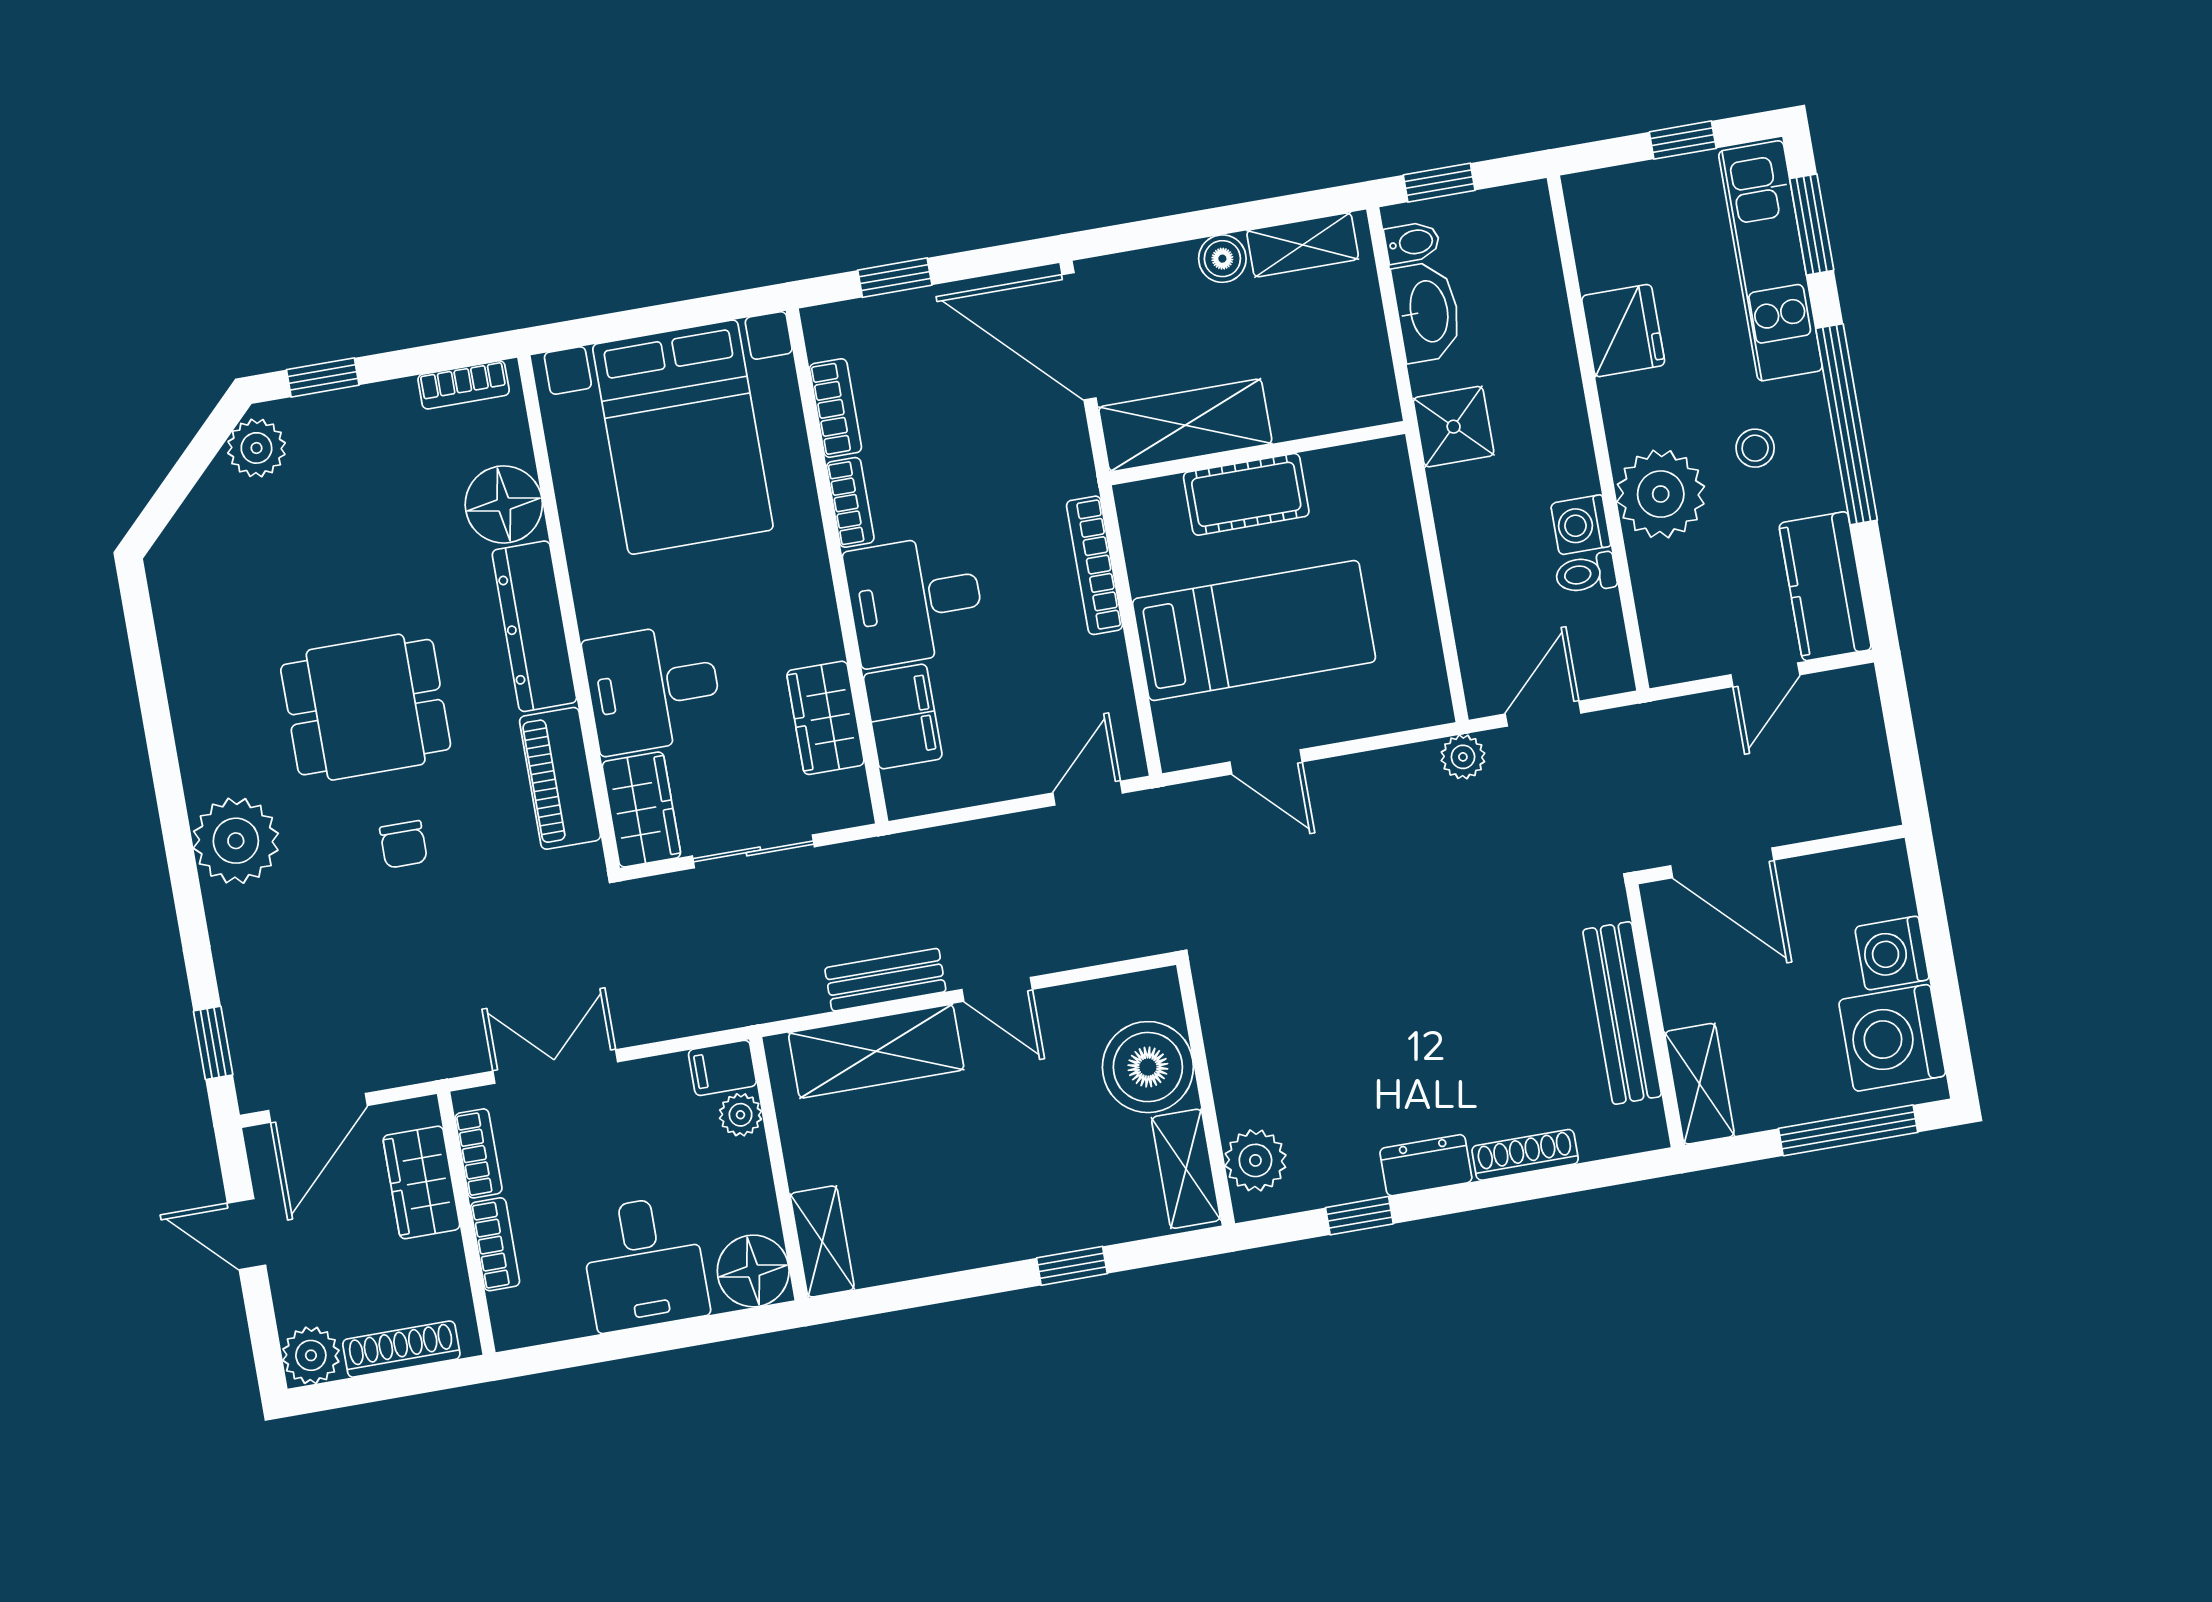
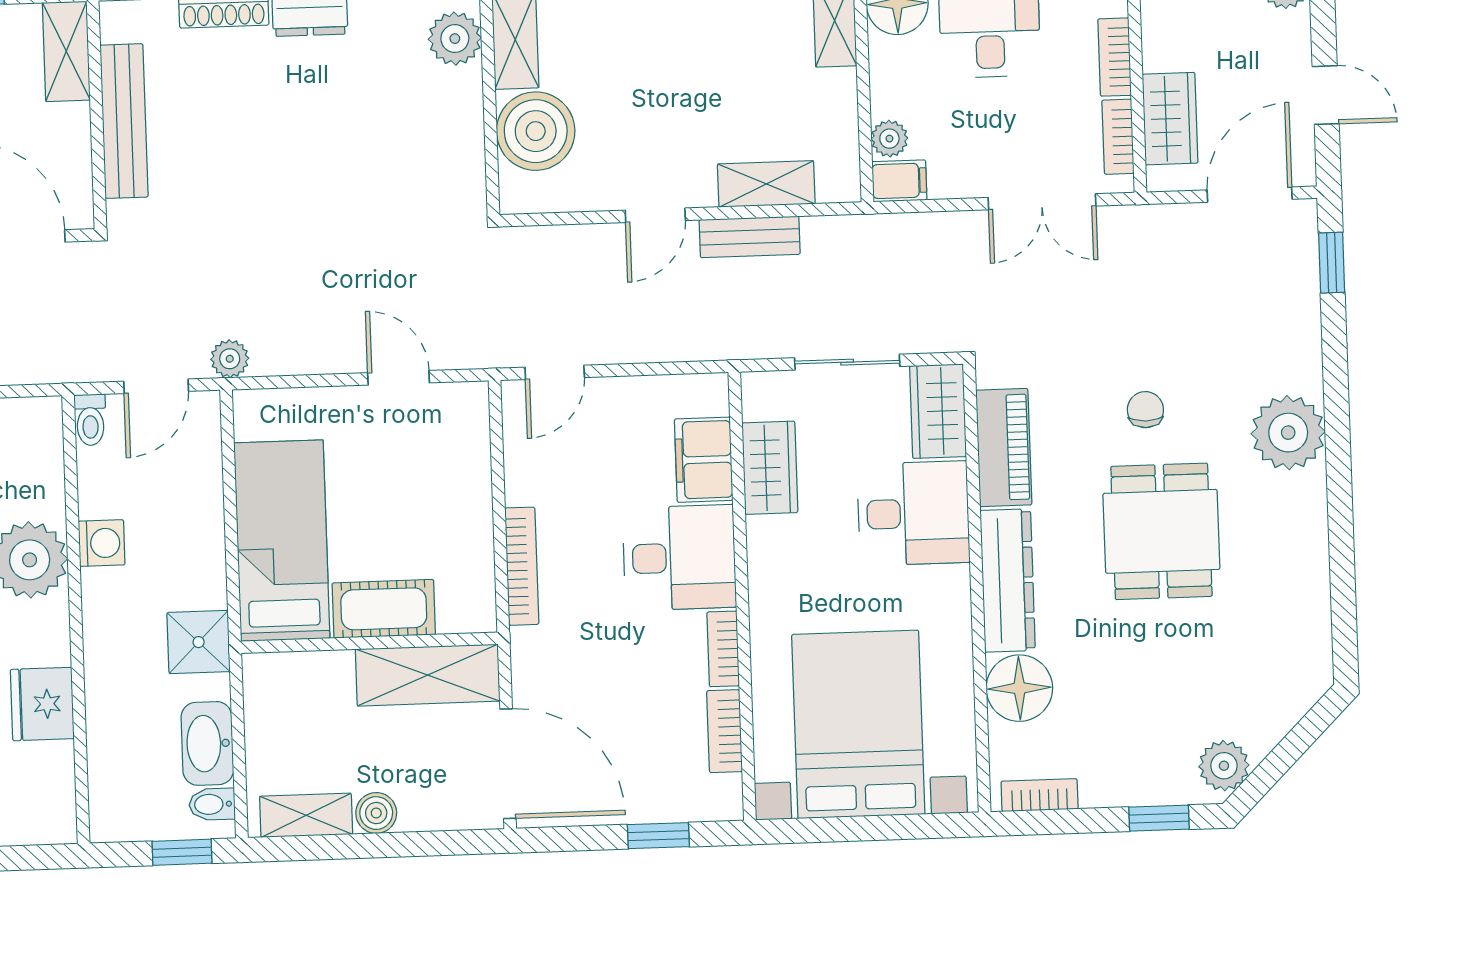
toilet: (1586, 574) -> (90, 420), moved, turned 90
bed: (1254, 630) -> (282, 541), moved, turned 90
dining table: (366, 707) -> (1161, 531), turned 90
door: (997, 989) -> (655, 215), swing flipped
shelving: (876, 1051) -> (766, 184), width x0.67, depth x0.75

